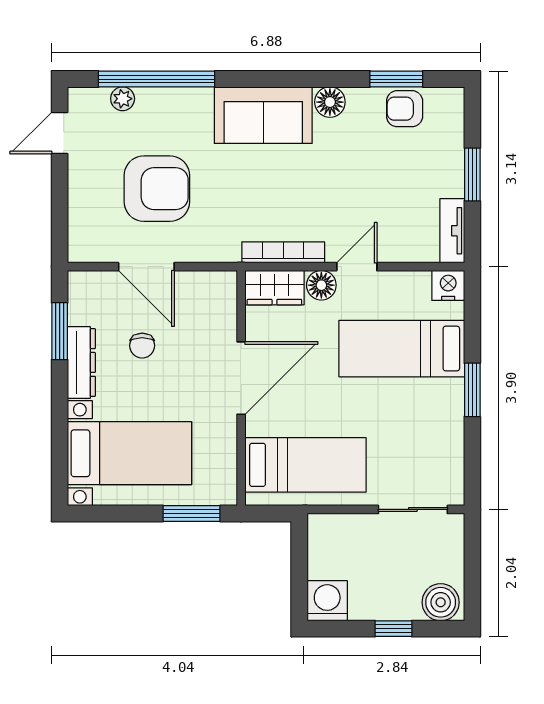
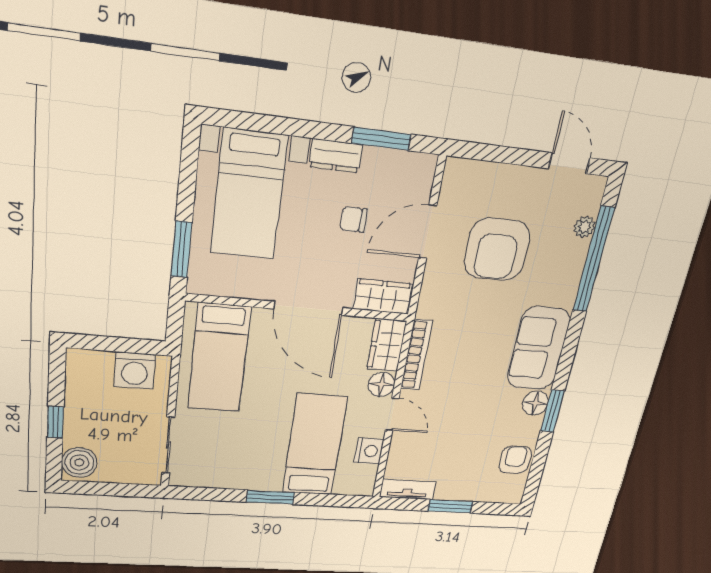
window: (396, 79) -> (552, 411), moved
nightstand: (448, 285) -> (369, 451), moved
wardrobe: (220, 302) -> (383, 296), added
dresser: (81, 362) -> (336, 156), width x0.70
washing machine: (327, 601) -> (135, 371), moved, turned 90

